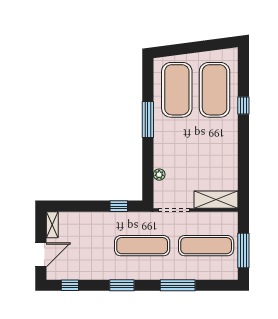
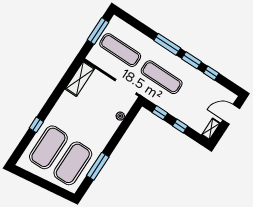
window: (148, 119) -> (98, 166), moved
shelving: (216, 200) -> (80, 79), moved, turned 90
window: (88, 206) -> (180, 126), added
window: (70, 285) -> (211, 73), moved
window: (178, 285) -> (167, 44), moved

